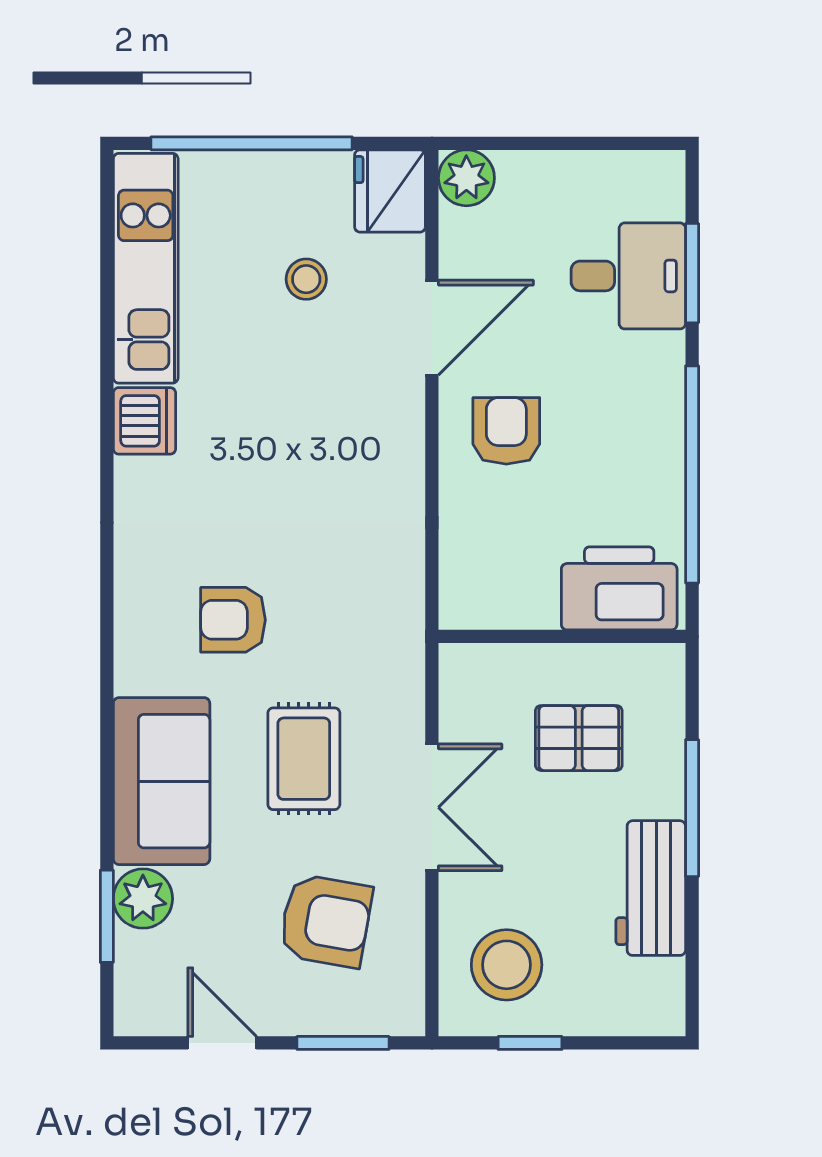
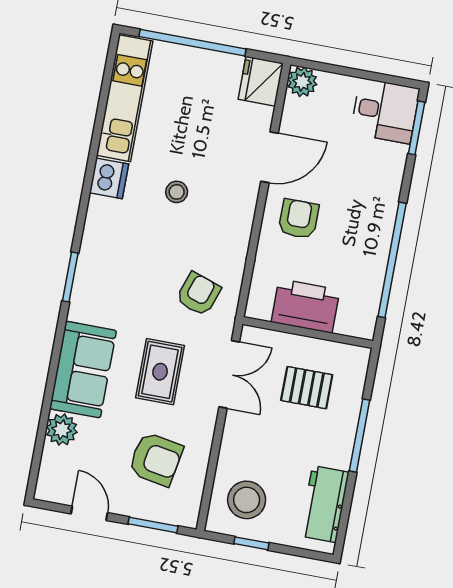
window: (692, 273) -> (417, 128), moved
desk: (628, 276) -> (385, 111), moved
stool: (306, 279) -> (177, 192), moved
printer: (619, 588) -> (305, 306), moved
armchair: (233, 620) -> (198, 294), moved, turned 109
double door: (432, 807) -> (229, 374), moved
workbench: (651, 888) -> (324, 504), moved
window: (107, 916) -> (70, 277), moved

